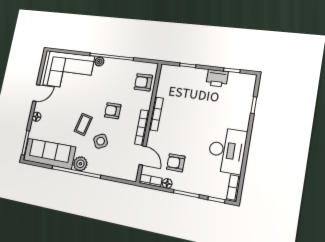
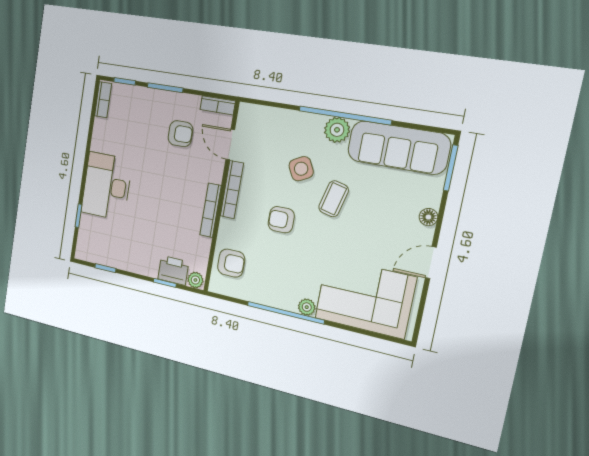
plant: (167, 69) -> (195, 280), added
printer: (217, 78) -> (173, 270), moved
armchair: (113, 111) -> (281, 220), turned 180
desk: (227, 150) -> (107, 186), moved
floor lamp: (167, 183) -> (193, 102), removed

